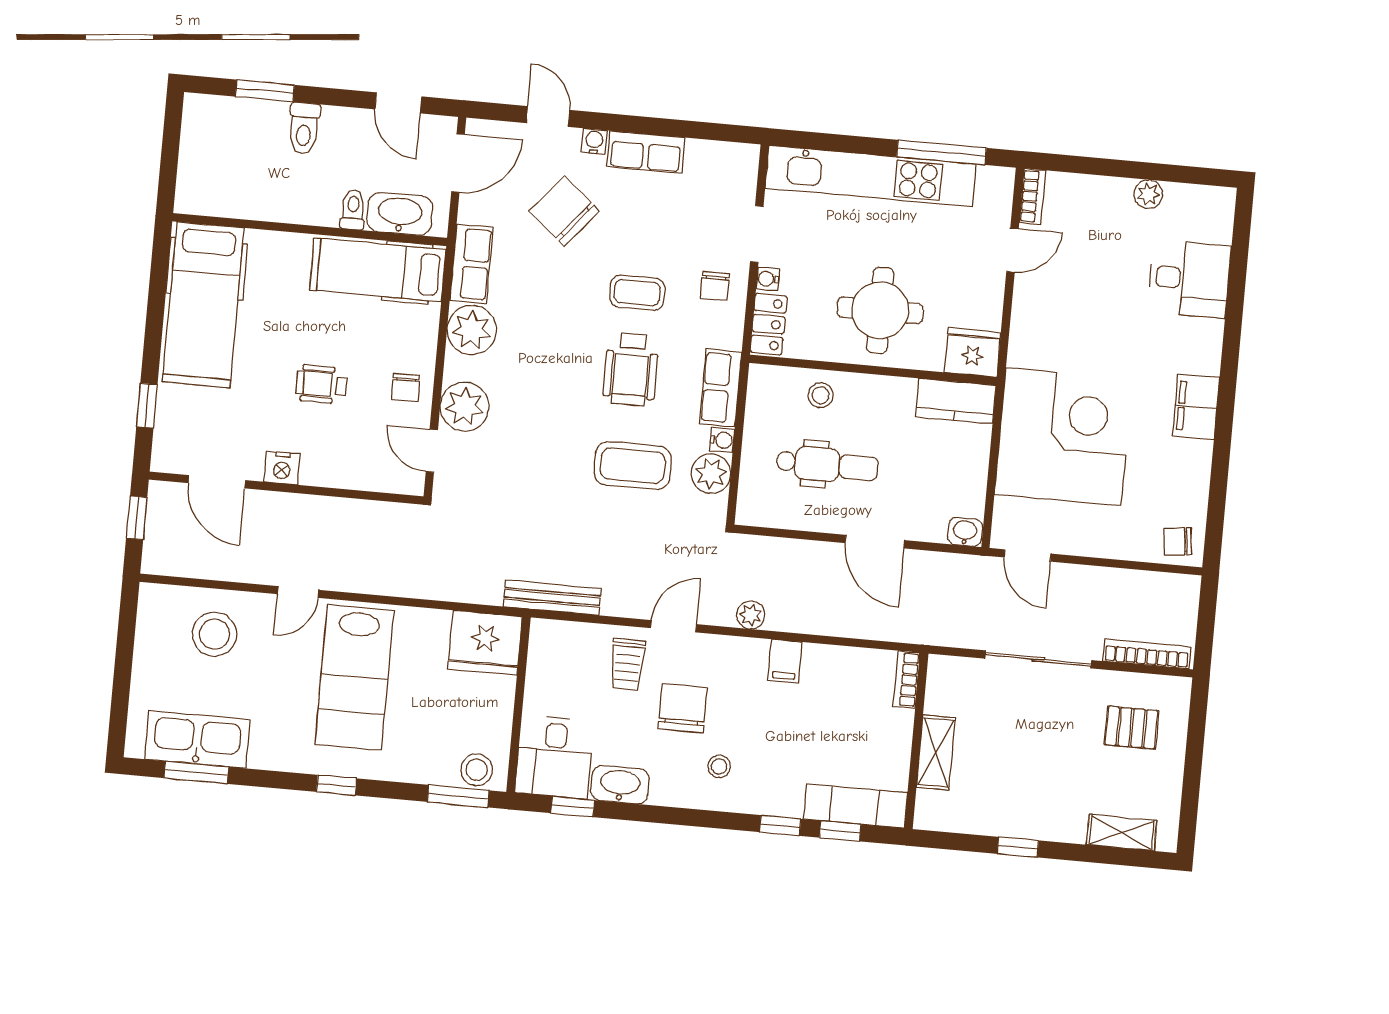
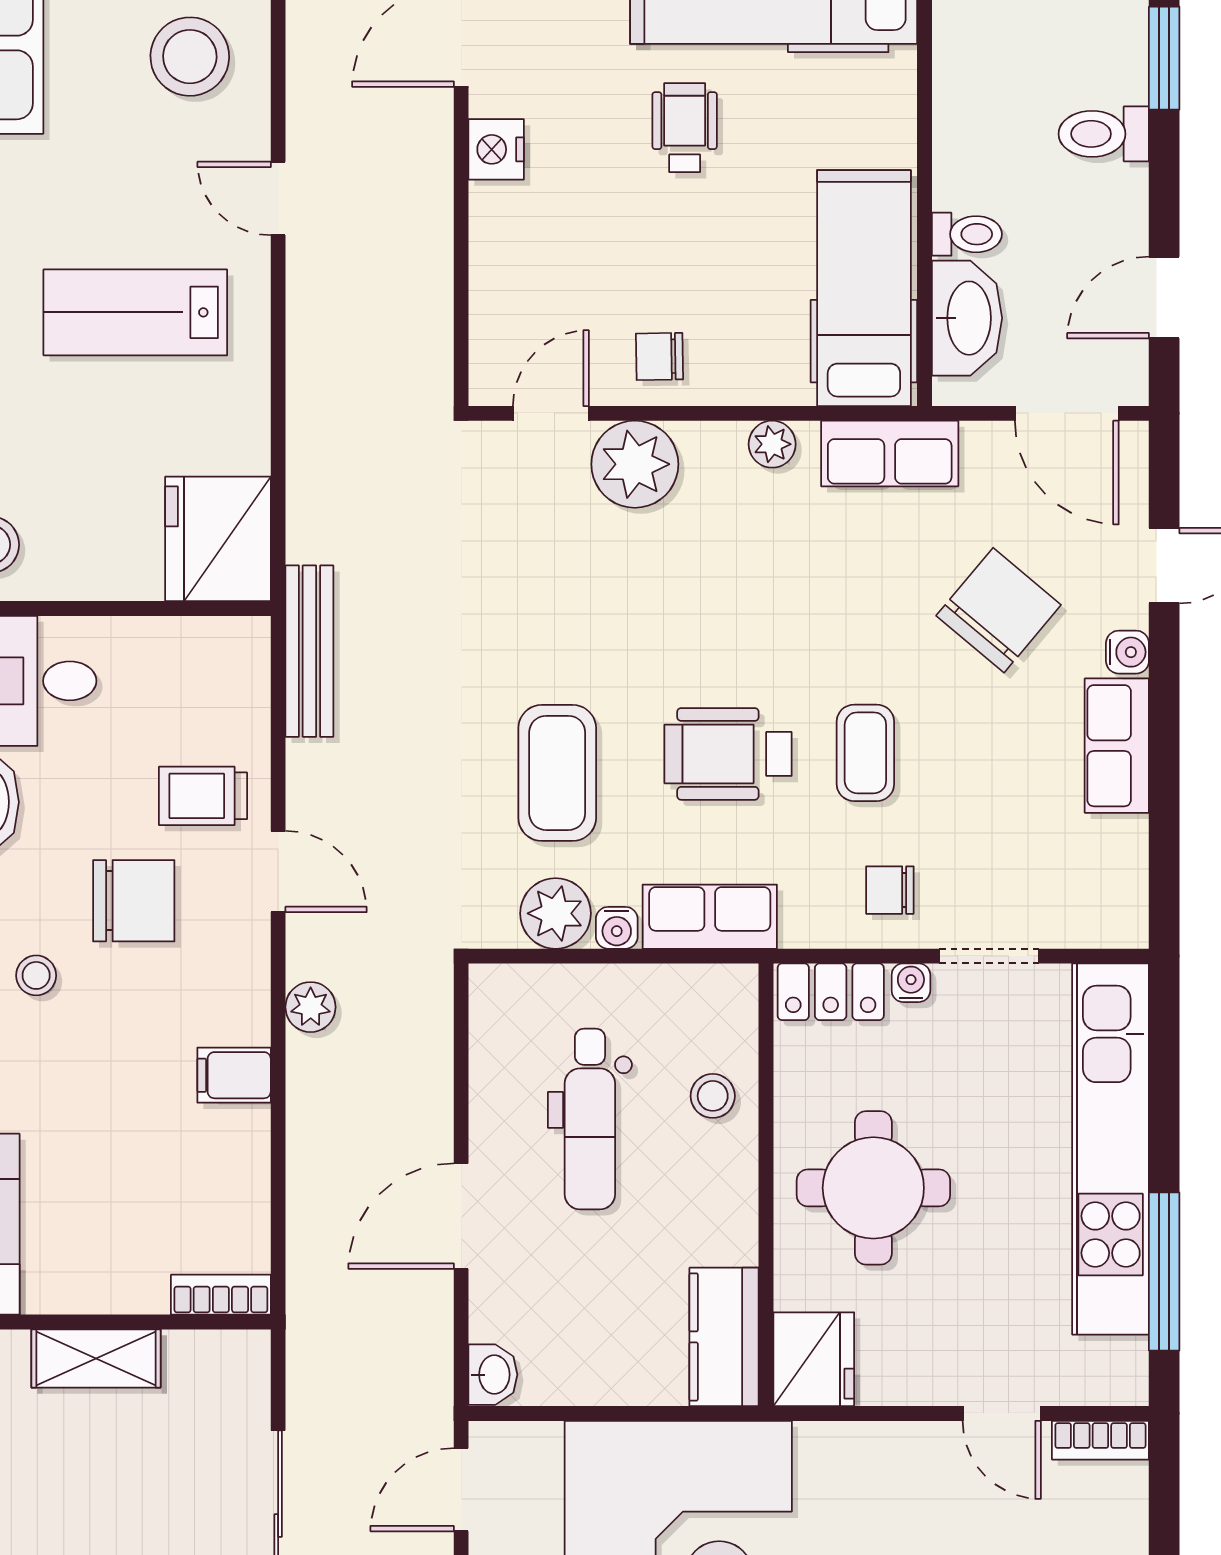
plant: (472, 330) -> (772, 444), width x0.53, depth x0.53
wheelchair: (321, 384) -> (685, 128), moved
lab bench: (354, 677) -> (135, 312), width x0.73, depth x0.72

